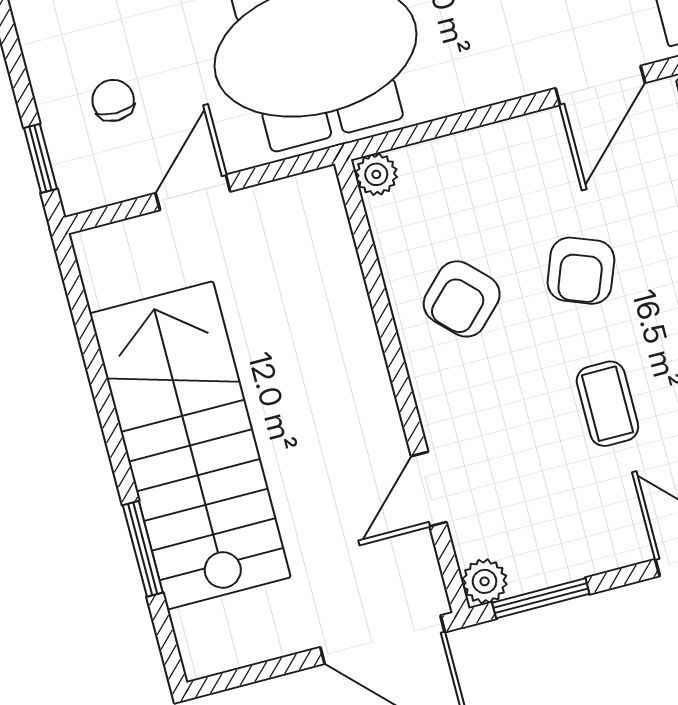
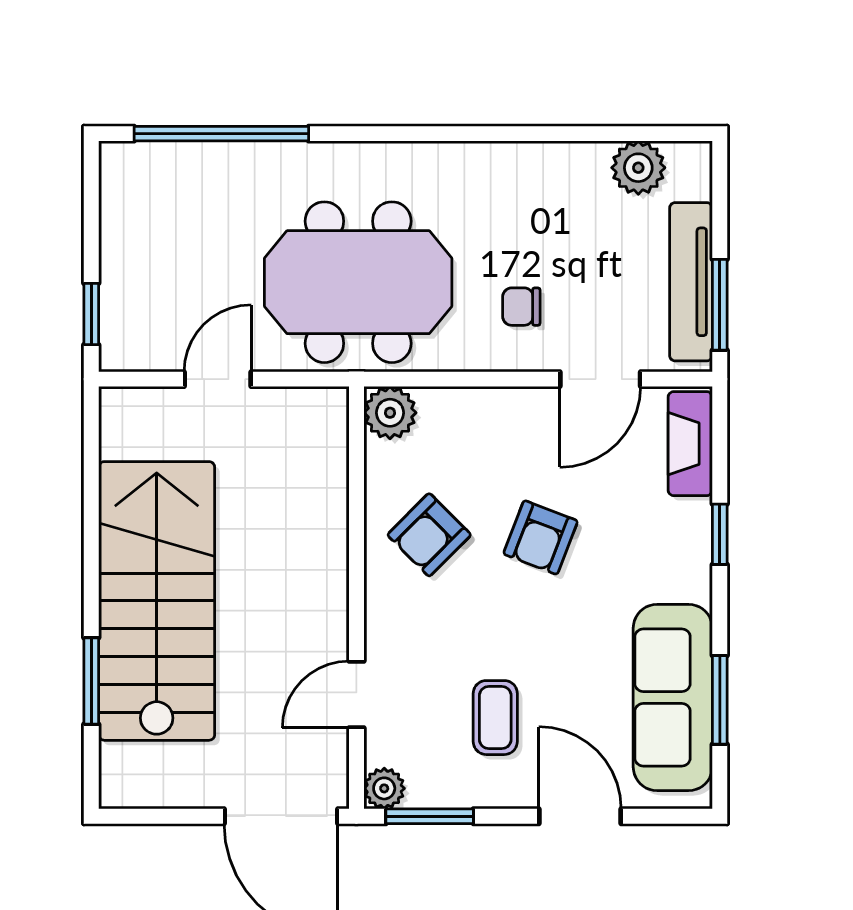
chair: (113, 100) -> (521, 307), moved, turned -90
plant: (376, 174) -> (390, 413), width x1.38, depth x1.38
coffee table: (607, 404) -> (495, 718), moved

